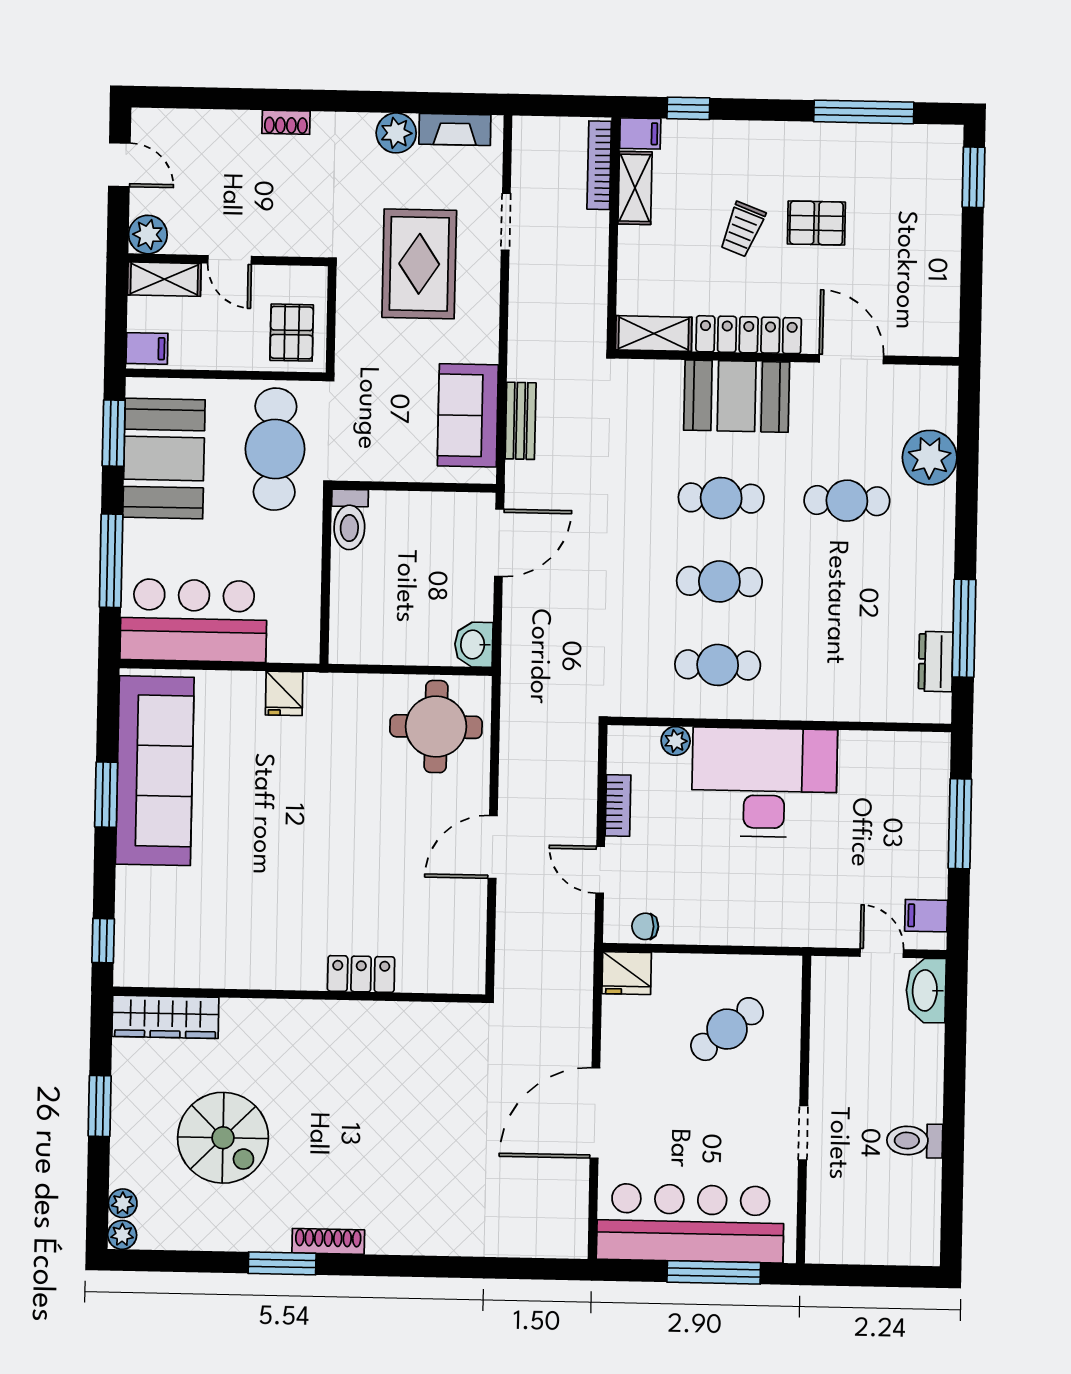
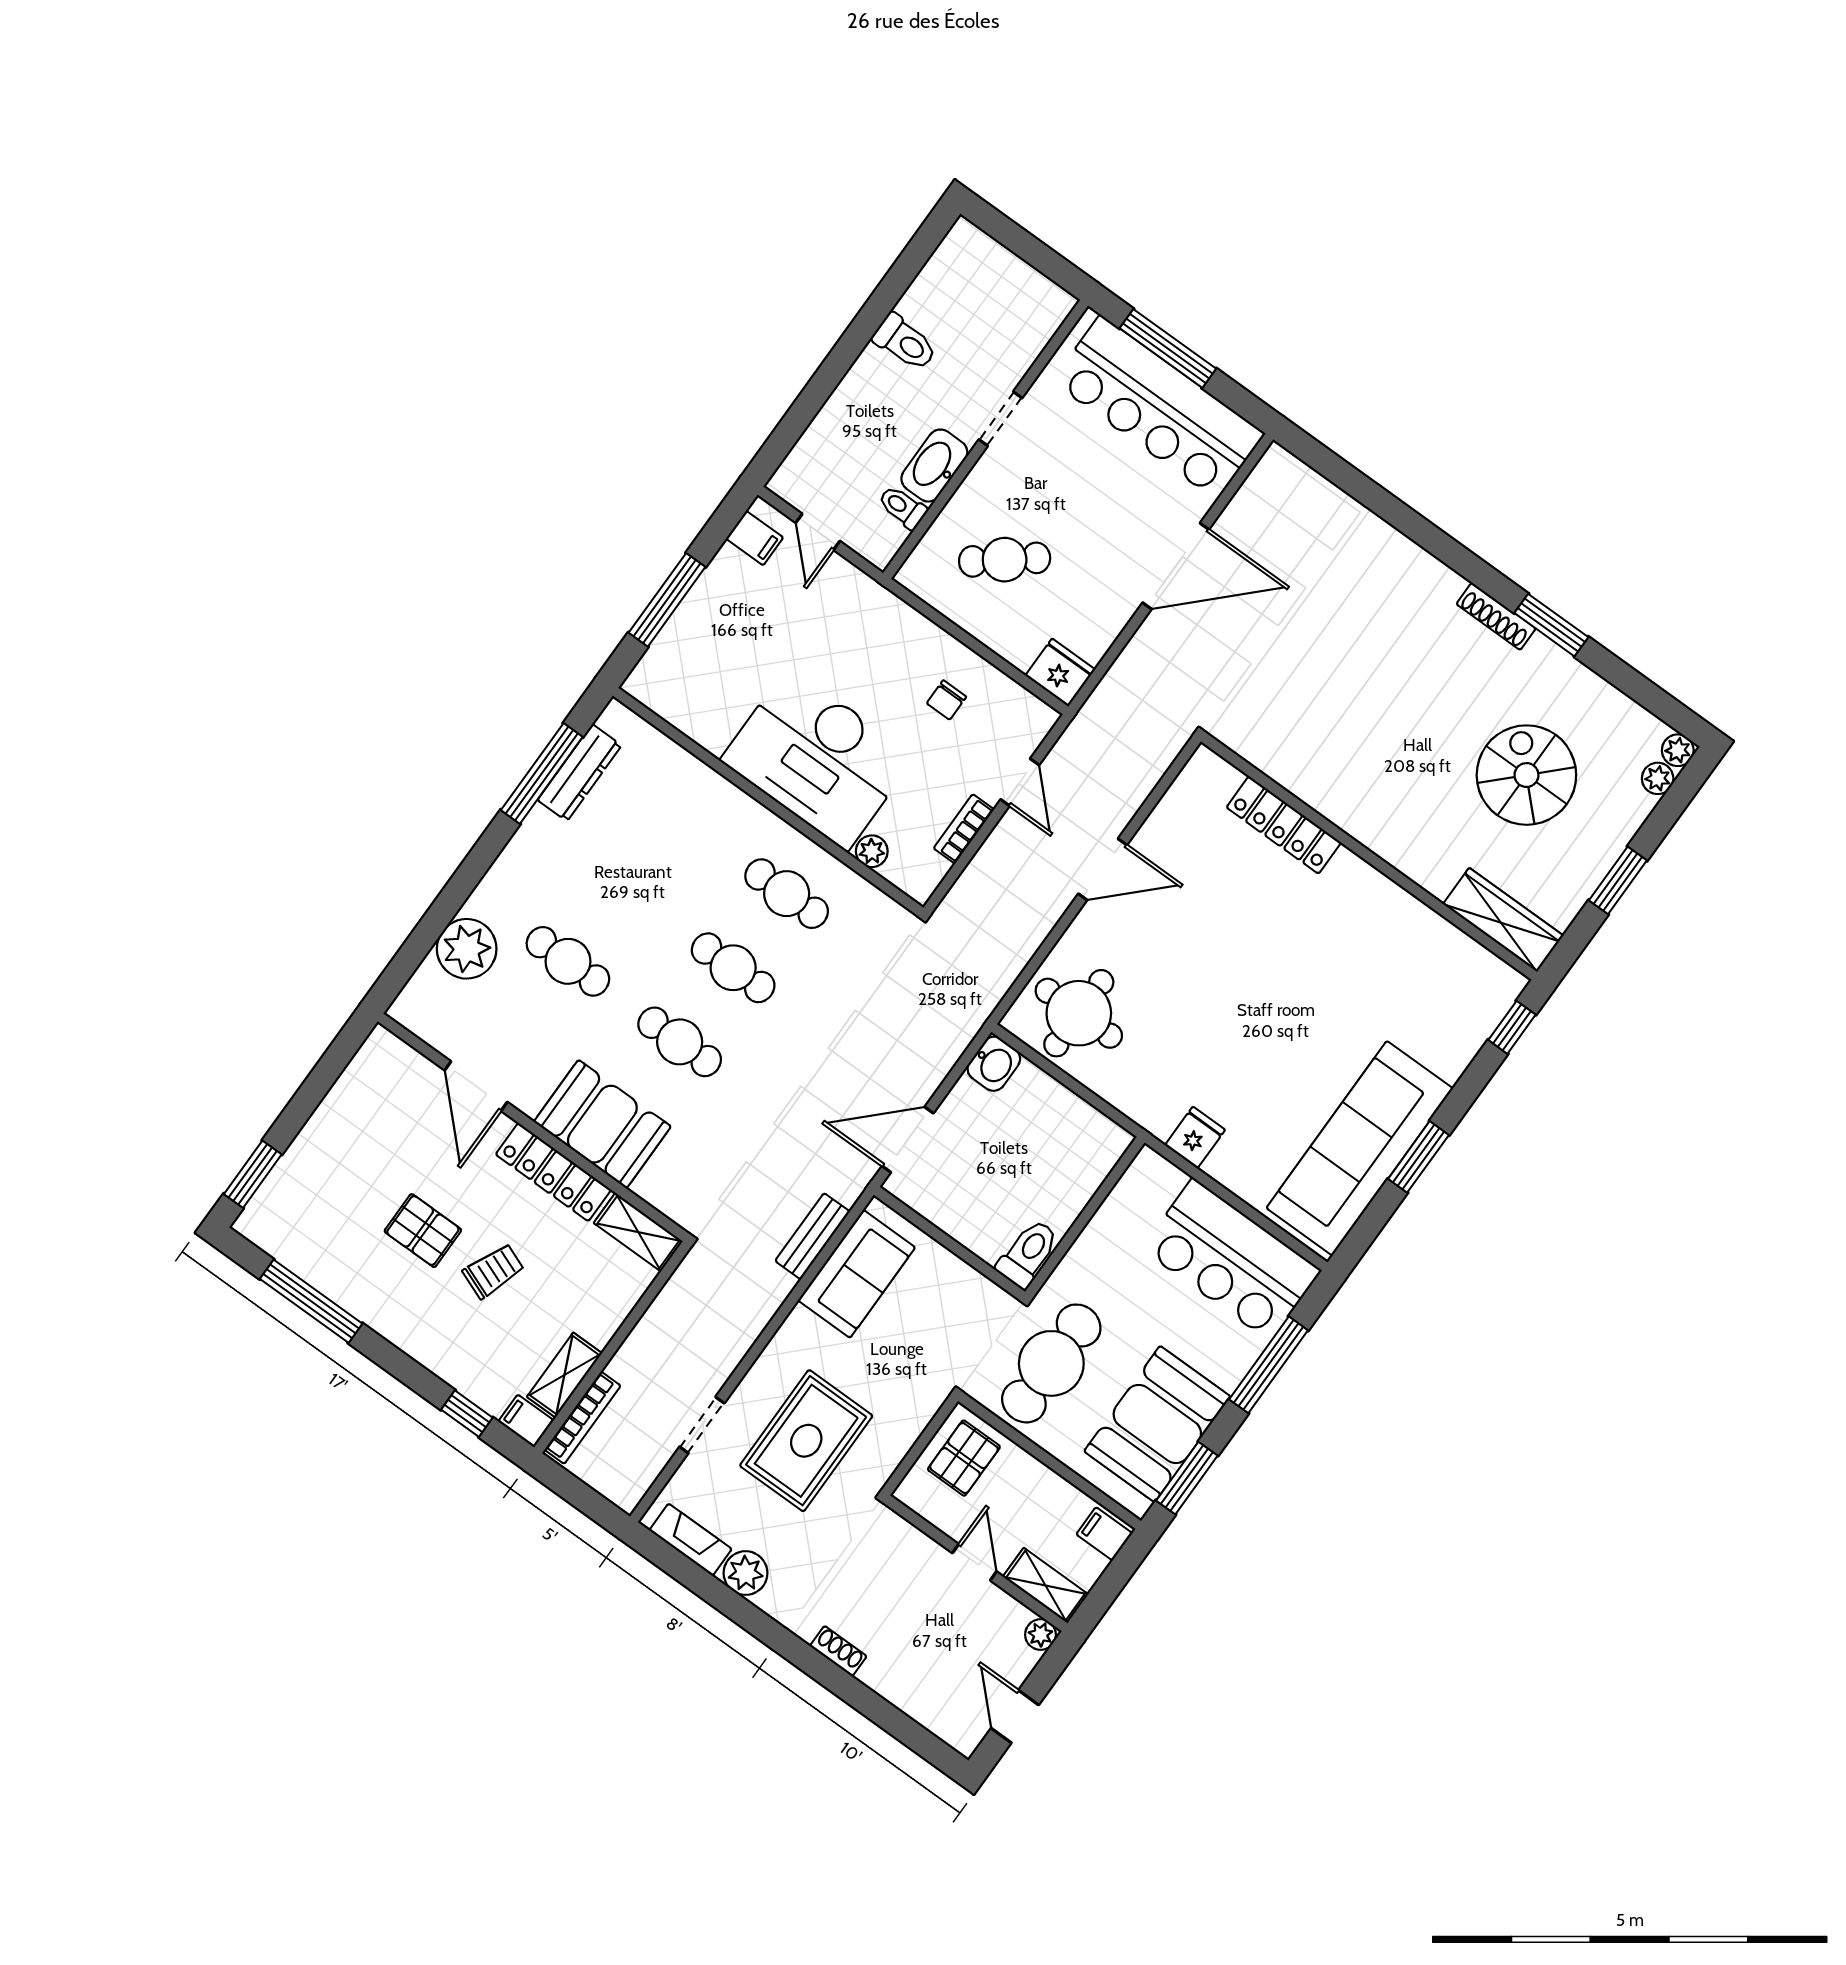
plant: (148, 235) -> (1041, 1635), width x0.73, depth x0.73
dresser: (936, 662) -> (580, 773), width x1.44
chair: (645, 926) -> (946, 700), moved, turned 90
locker: (361, 974) -> (1284, 825), width x1.53
washbasin: (926, 990) -> (934, 466), moved, turned 180
toilet: (831, 1015) -> (902, 507), added

